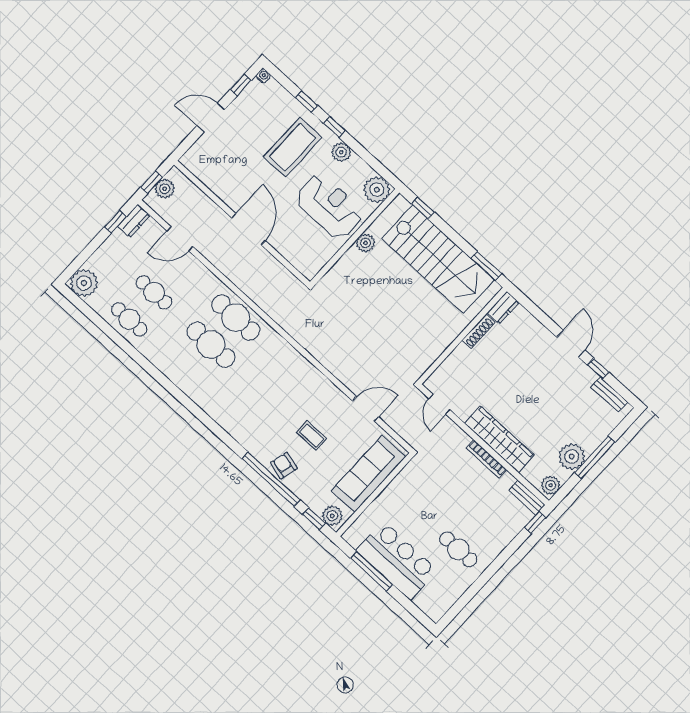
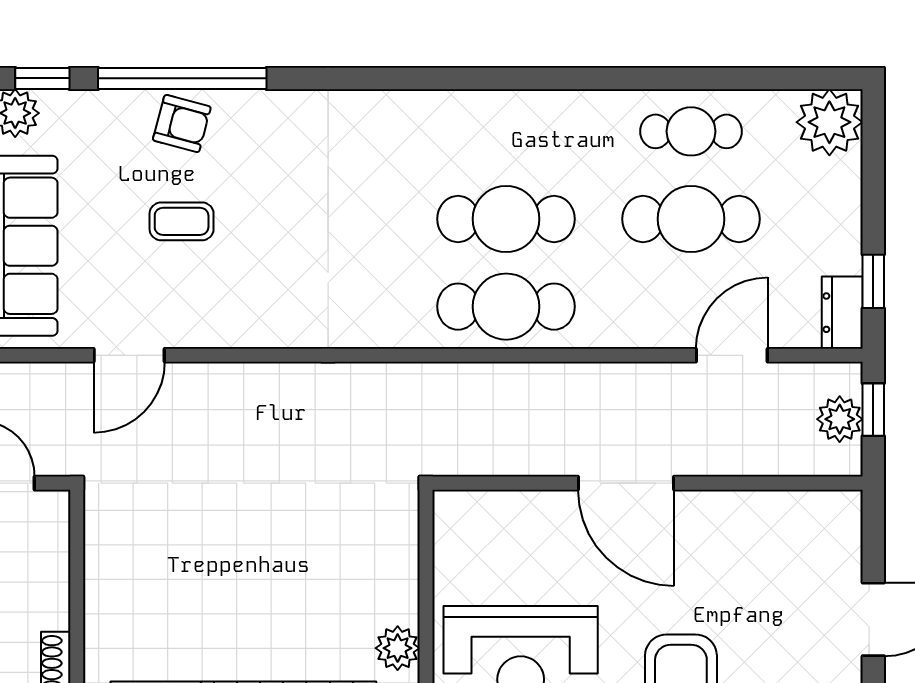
cafe table: (154, 292) -> (691, 219), width x1.37, depth x1.35

